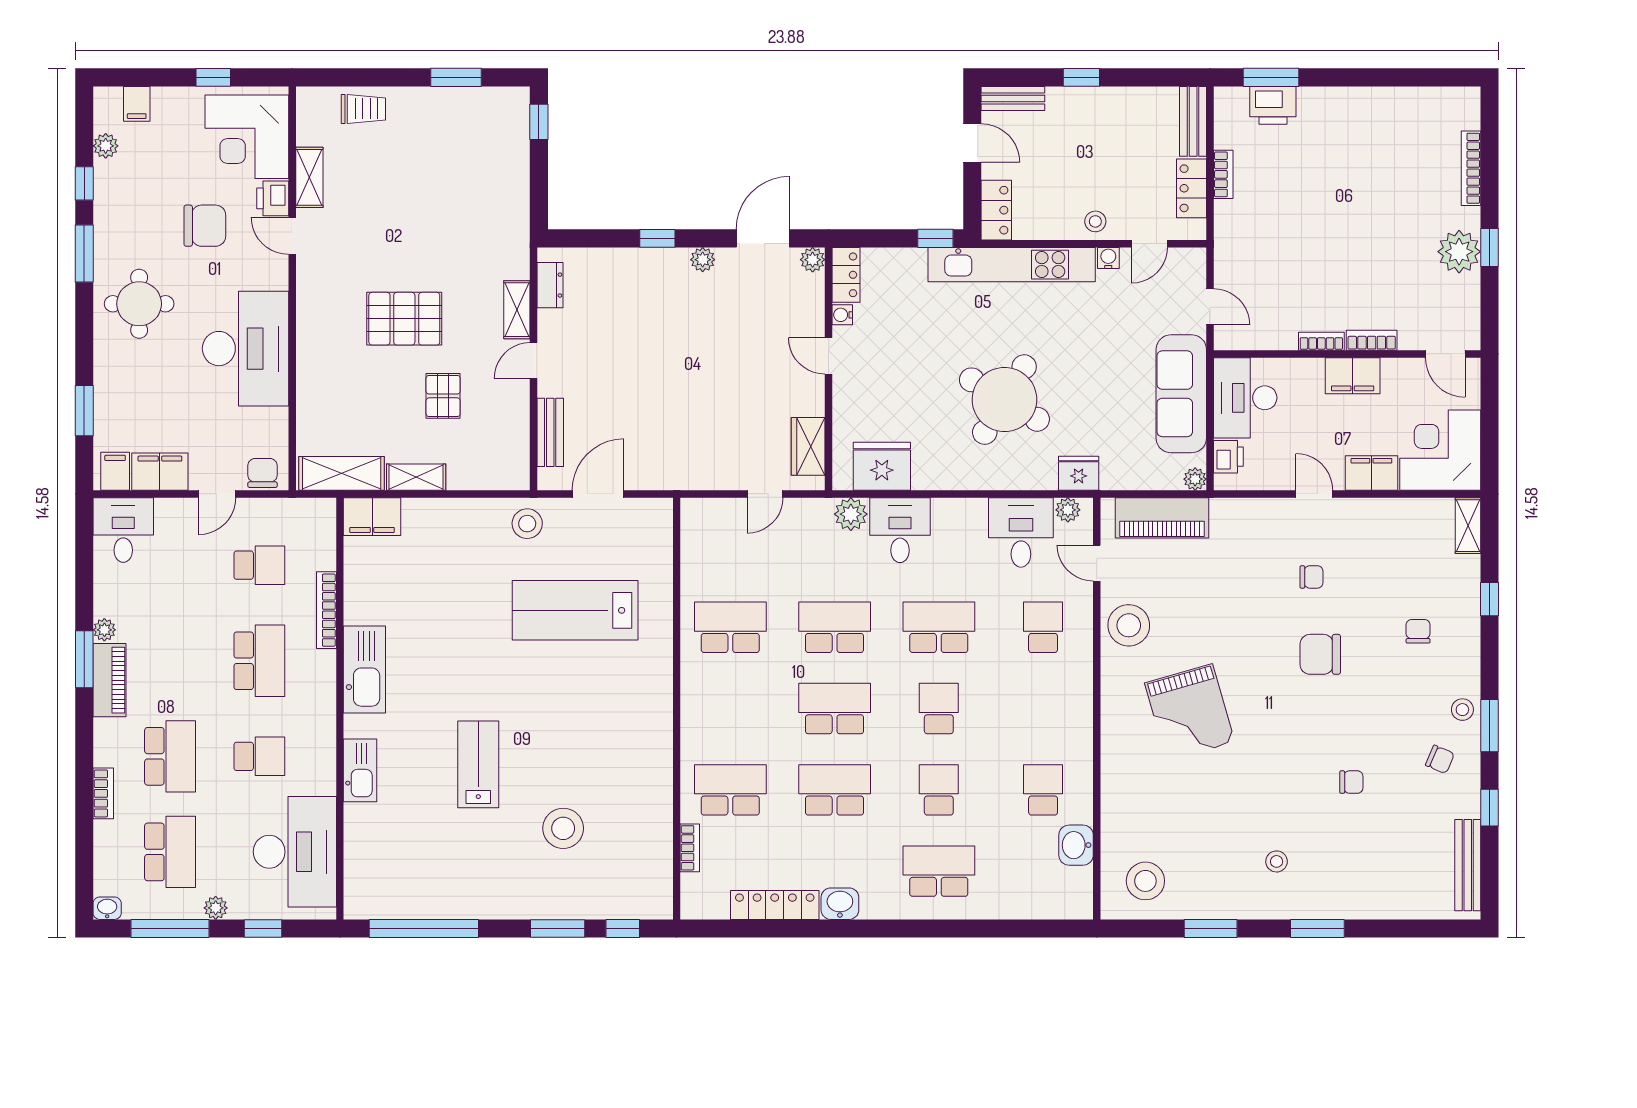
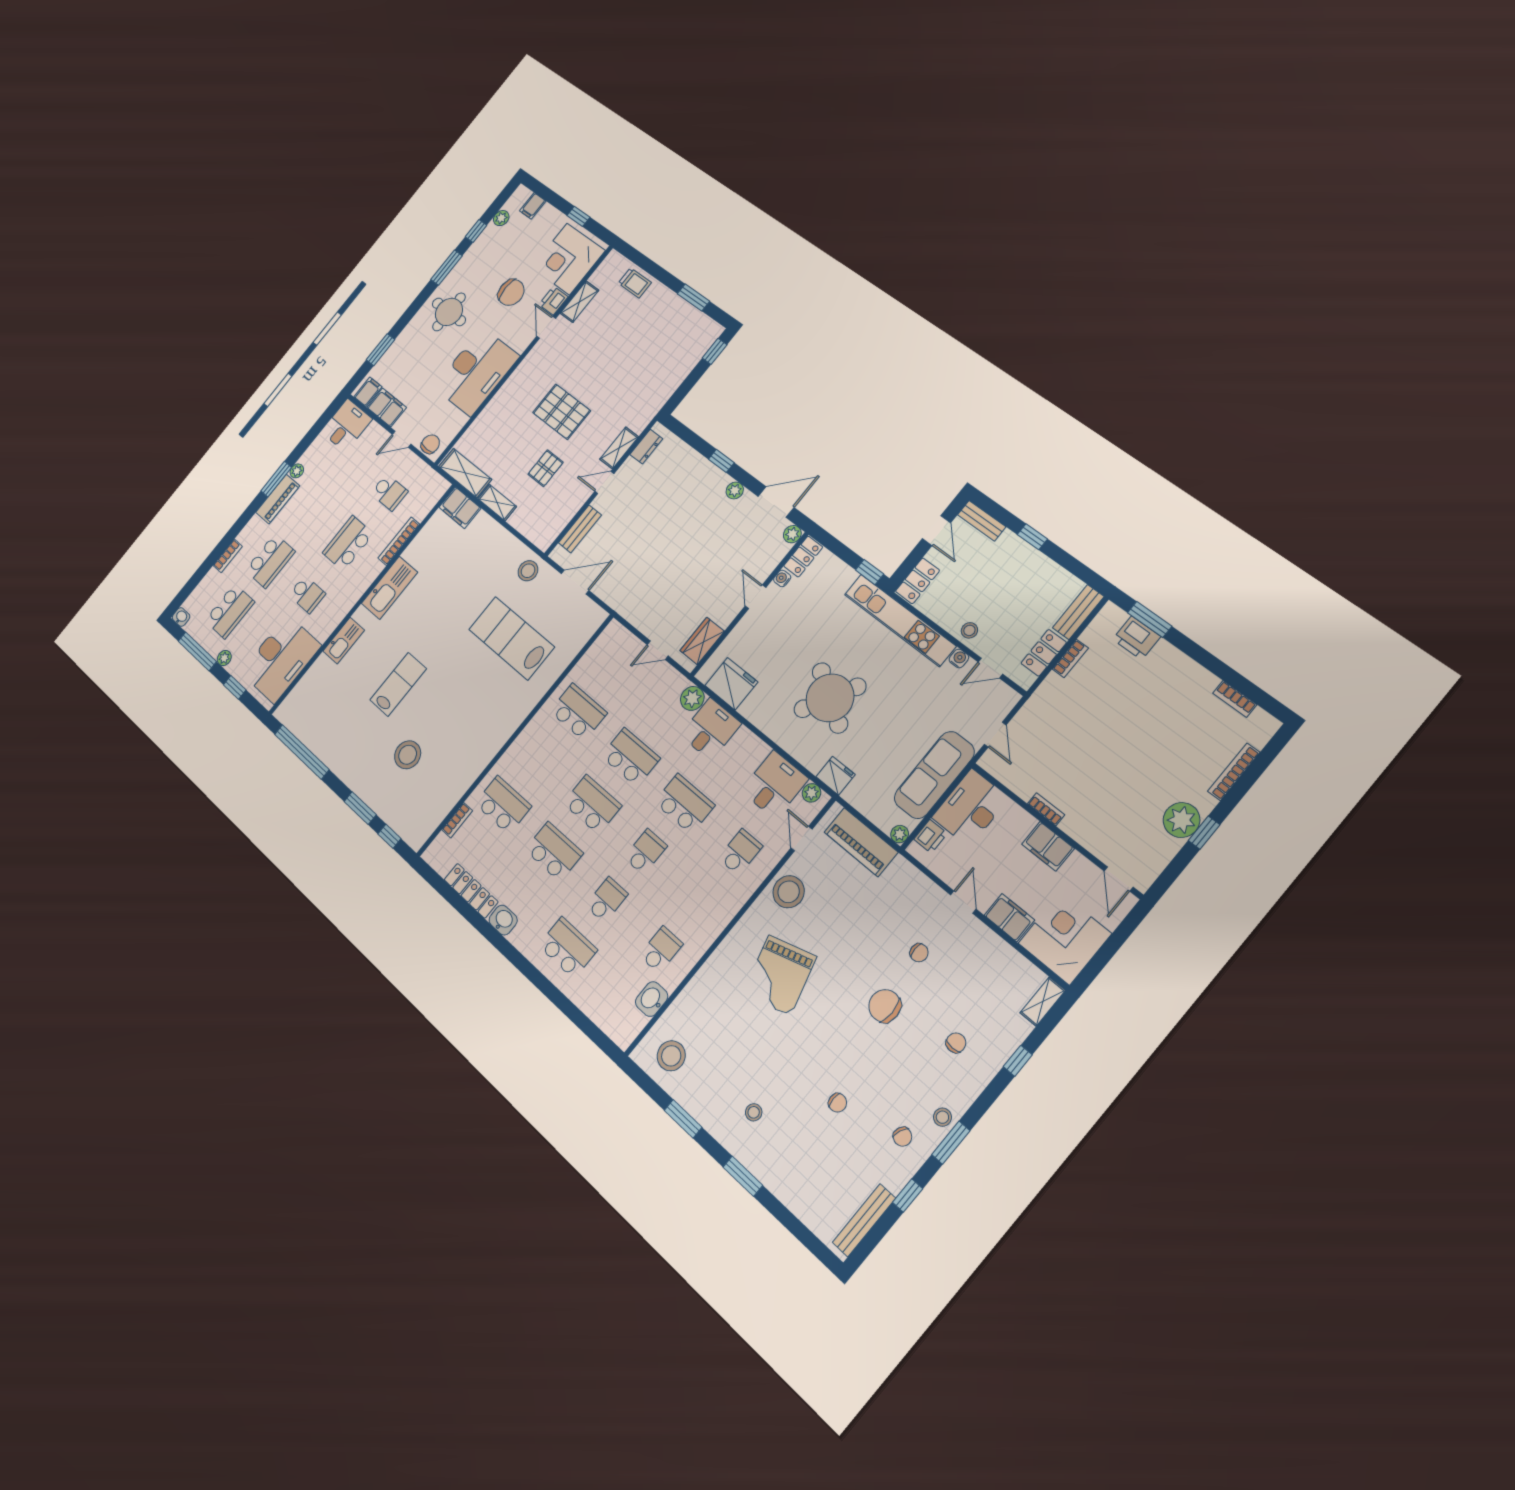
bookcase: (1372, 340) -> (1235, 699), moved, turned 180
school desk: (259, 661) -> (348, 543), turned 180

